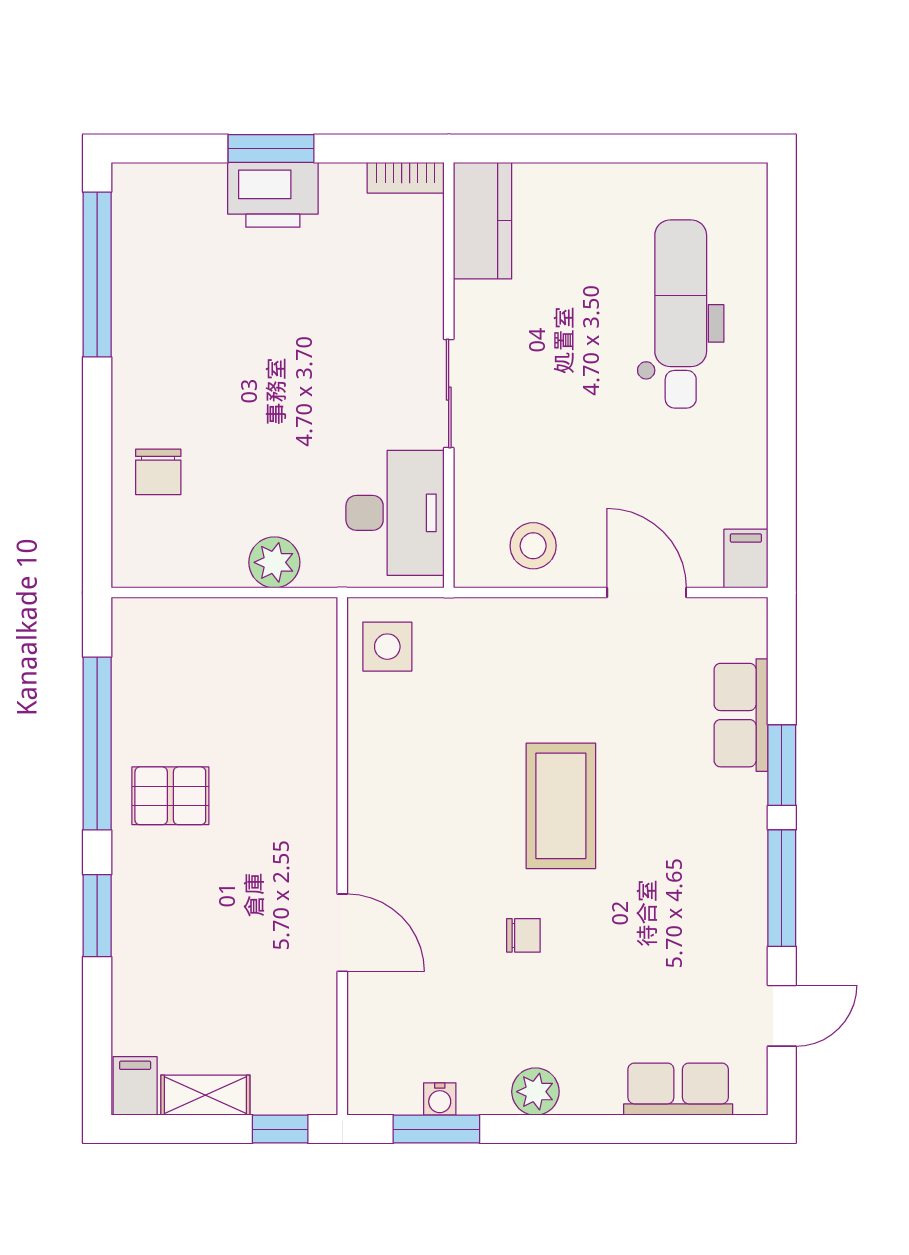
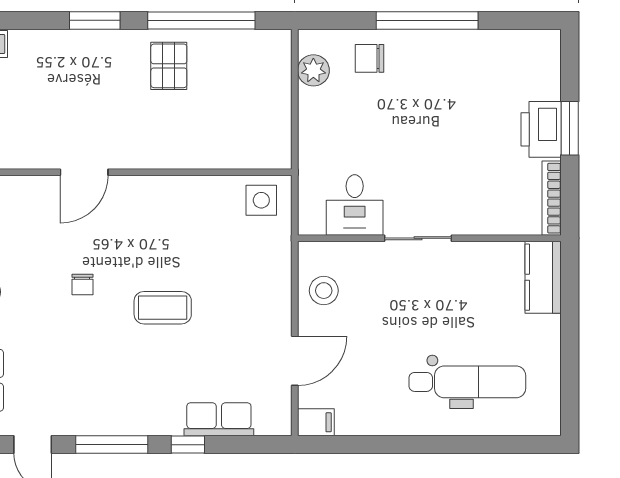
bookcase: (406, 178) -> (552, 198), width x1.56
kitchen counter: (482, 221) -> (543, 277), moved, turned 90
window: (97, 274) -> (427, 20), moved
desk: (395, 513) -> (355, 205), width x0.73
plant: (274, 562) -> (313, 70), moved
window: (782, 765) -> (188, 445), width x0.67
coffee table: (561, 806) -> (163, 308), width x0.73, depth x0.76

